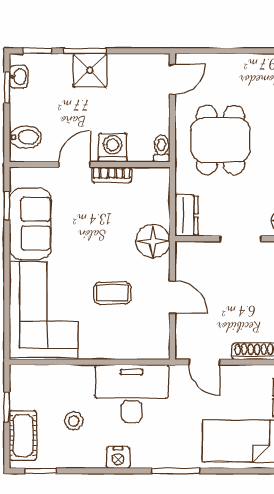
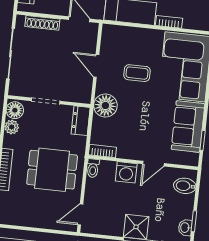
dining table: (220, 140) -> (52, 170), turned 90
bookcase: (112, 175) -> (102, 151), moved
bookcase: (74, 372) -> (169, 22), added

